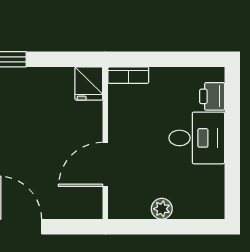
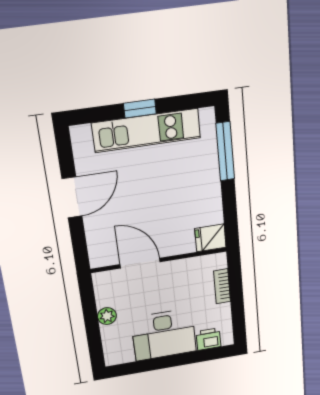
bookcase: (128, 75) -> (222, 286), moved
desk: (197, 138) -> (164, 335), width x1.37

